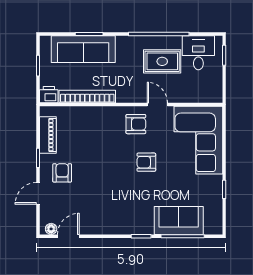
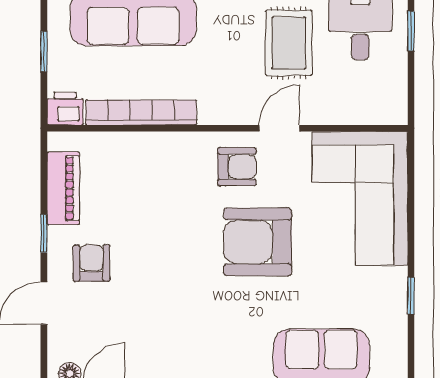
rug: (162, 61) -> (289, 43), turned 90
door: (157, 105) -> (279, 128), hinge flipped
armchair: (146, 162) -> (258, 242), width x1.88, depth x1.88

